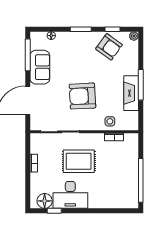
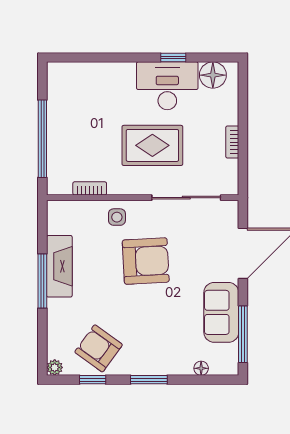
side table: (110, 121) -> (117, 217), moved
window: (141, 180) -> (42, 139), moved
window: (54, 211) -> (173, 58), moved

